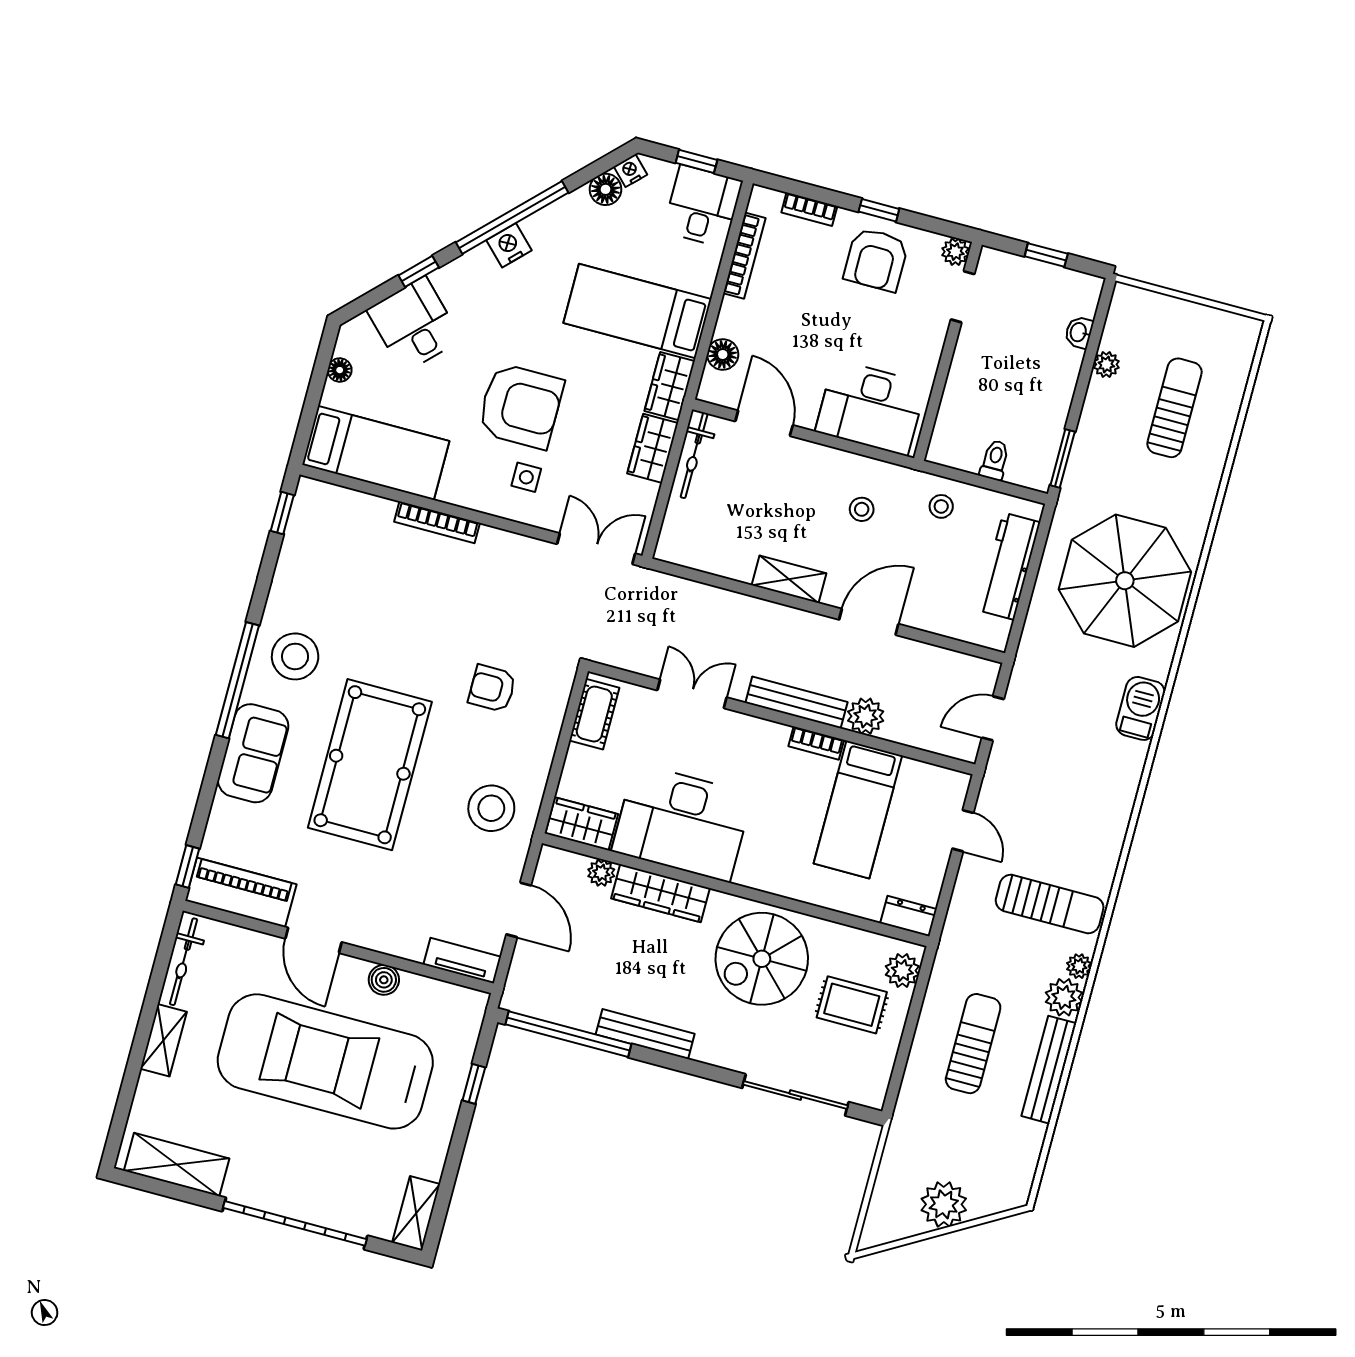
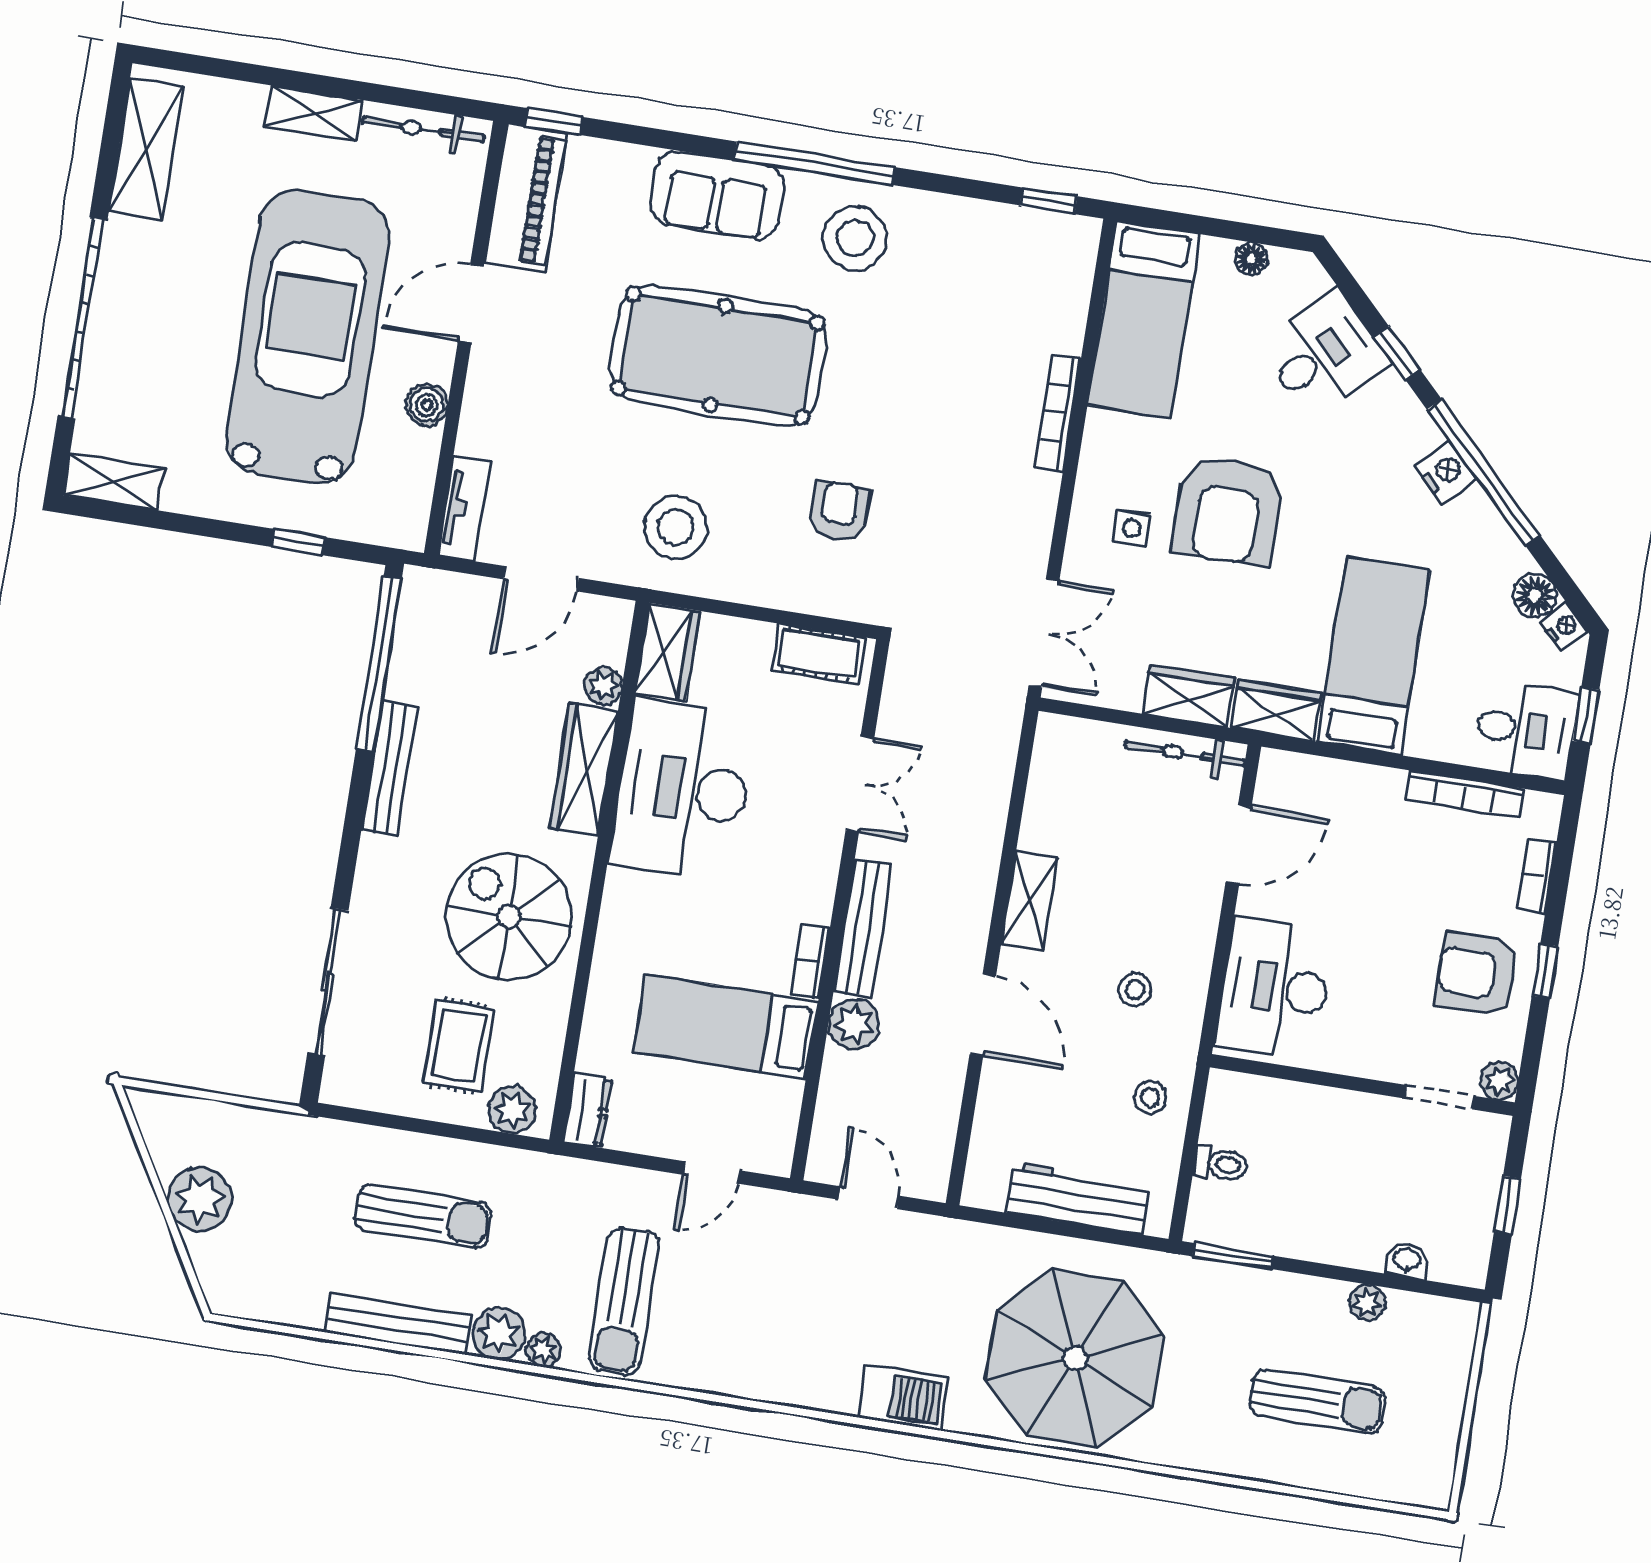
floor lamp: (723, 354) -> (1326, 778), removed

